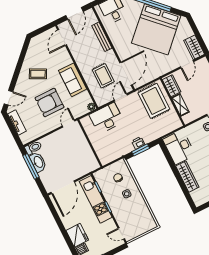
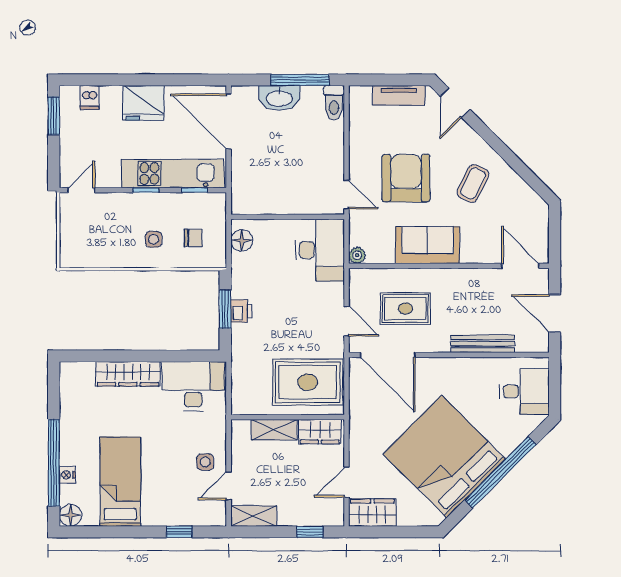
door: (187, 64) -> (347, 482), hinge flipped
desk: (107, 118) -> (320, 250), moved
floor lamp: (109, 157) -> (242, 240), added
washbasin: (38, 162) -> (279, 98), moved
fridge: (77, 235) -> (143, 103), moved

